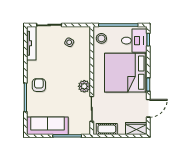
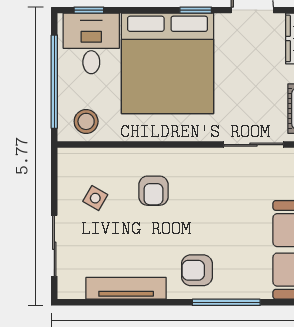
tv unit: (31, 43) -> (126, 288), moved
armchair: (72, 67) -> (153, 191), added
plant: (84, 86) -> (200, 162), removed

